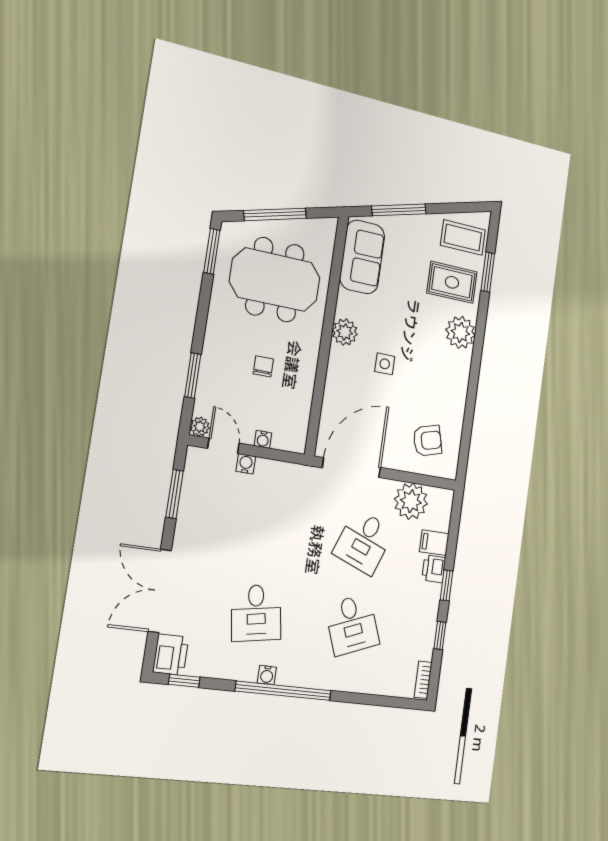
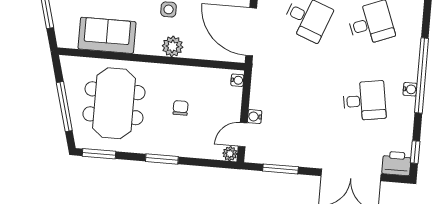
sofa: (362, 257) -> (107, 35), moved
plant: (345, 332) -> (173, 46), moved
chair: (263, 366) -> (181, 108), turned 90
window: (193, 375) -> (162, 159), moved
water cooler: (263, 439) -> (237, 80), moved

